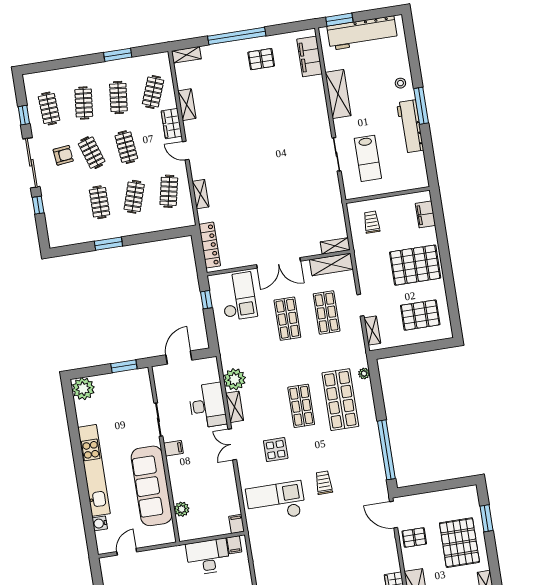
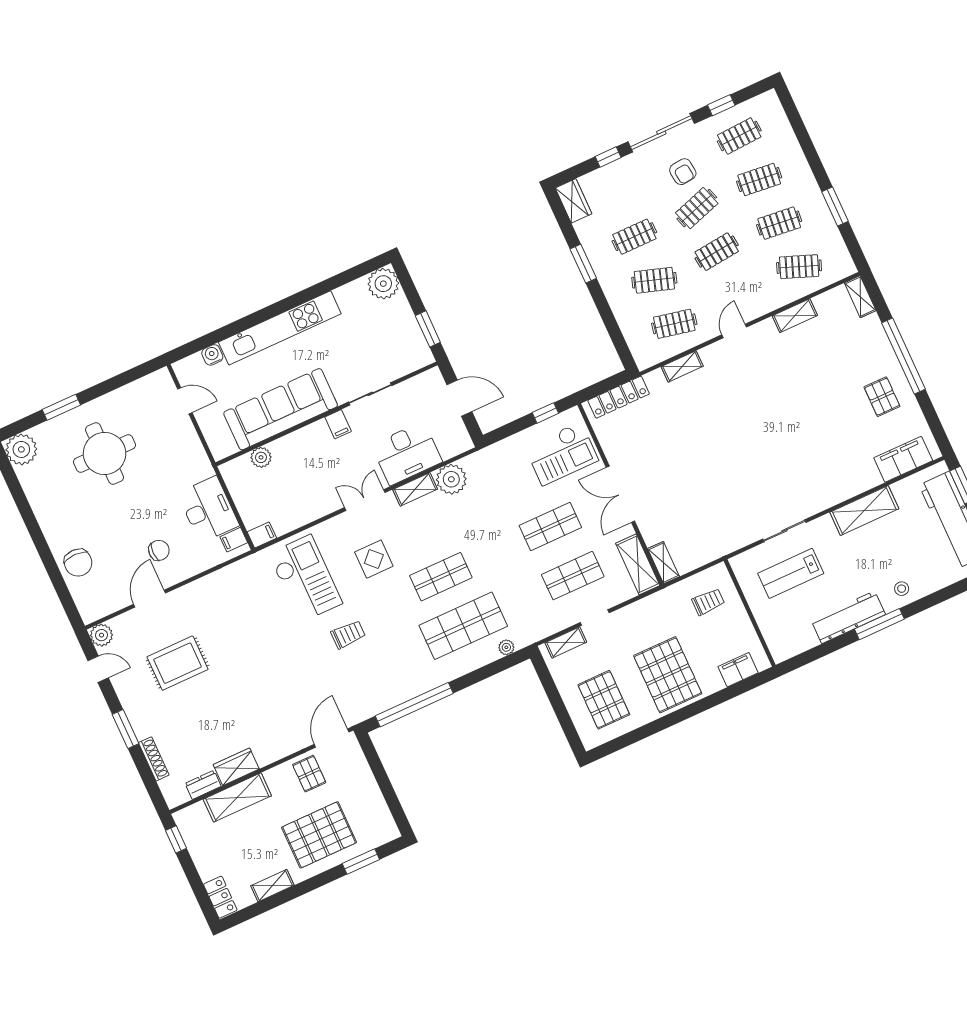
wardrobe: (172, 124) -> (573, 201), moved, turned 90

